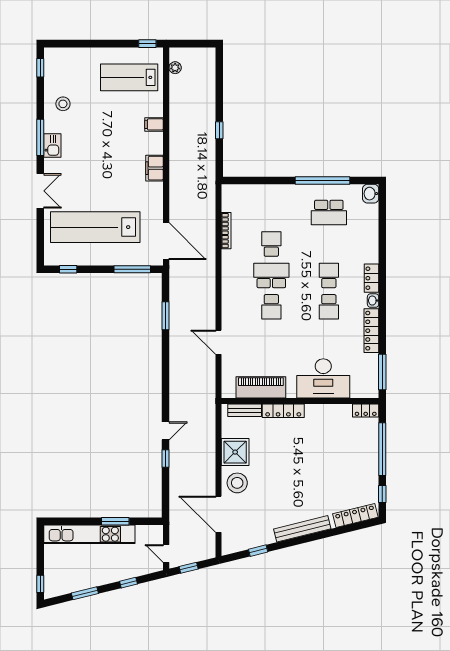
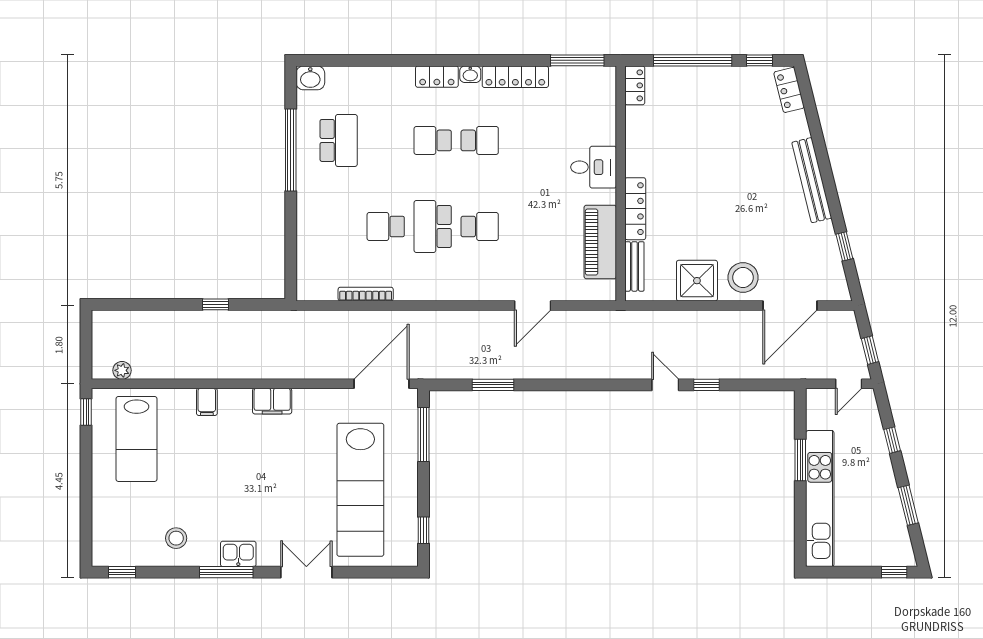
desk: (323, 378) -> (594, 167), width x0.53, depth x0.77
locker: (355, 515) -> (789, 90), width x0.66

